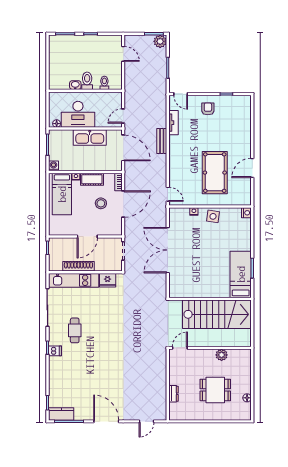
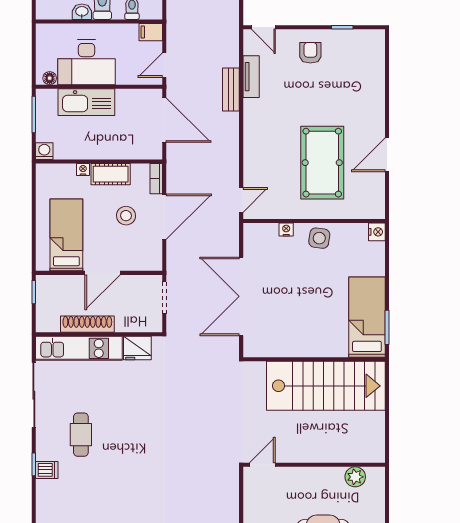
filing cabinet: (115, 97) -> (151, 32), added
kitchen sink: (90, 137) -> (86, 102), moved
bench: (162, 141) -> (231, 90), moved
bed: (62, 194) -> (66, 235), moved, turned 180
door: (168, 194) -> (241, 200), hinge flipped
bed: (241, 274) -> (367, 317), moved
wall: (210, 299) -> (314, 359), moved
stairs: (217, 314) -> (326, 386), moved
plant: (222, 355) -> (355, 477), moved

